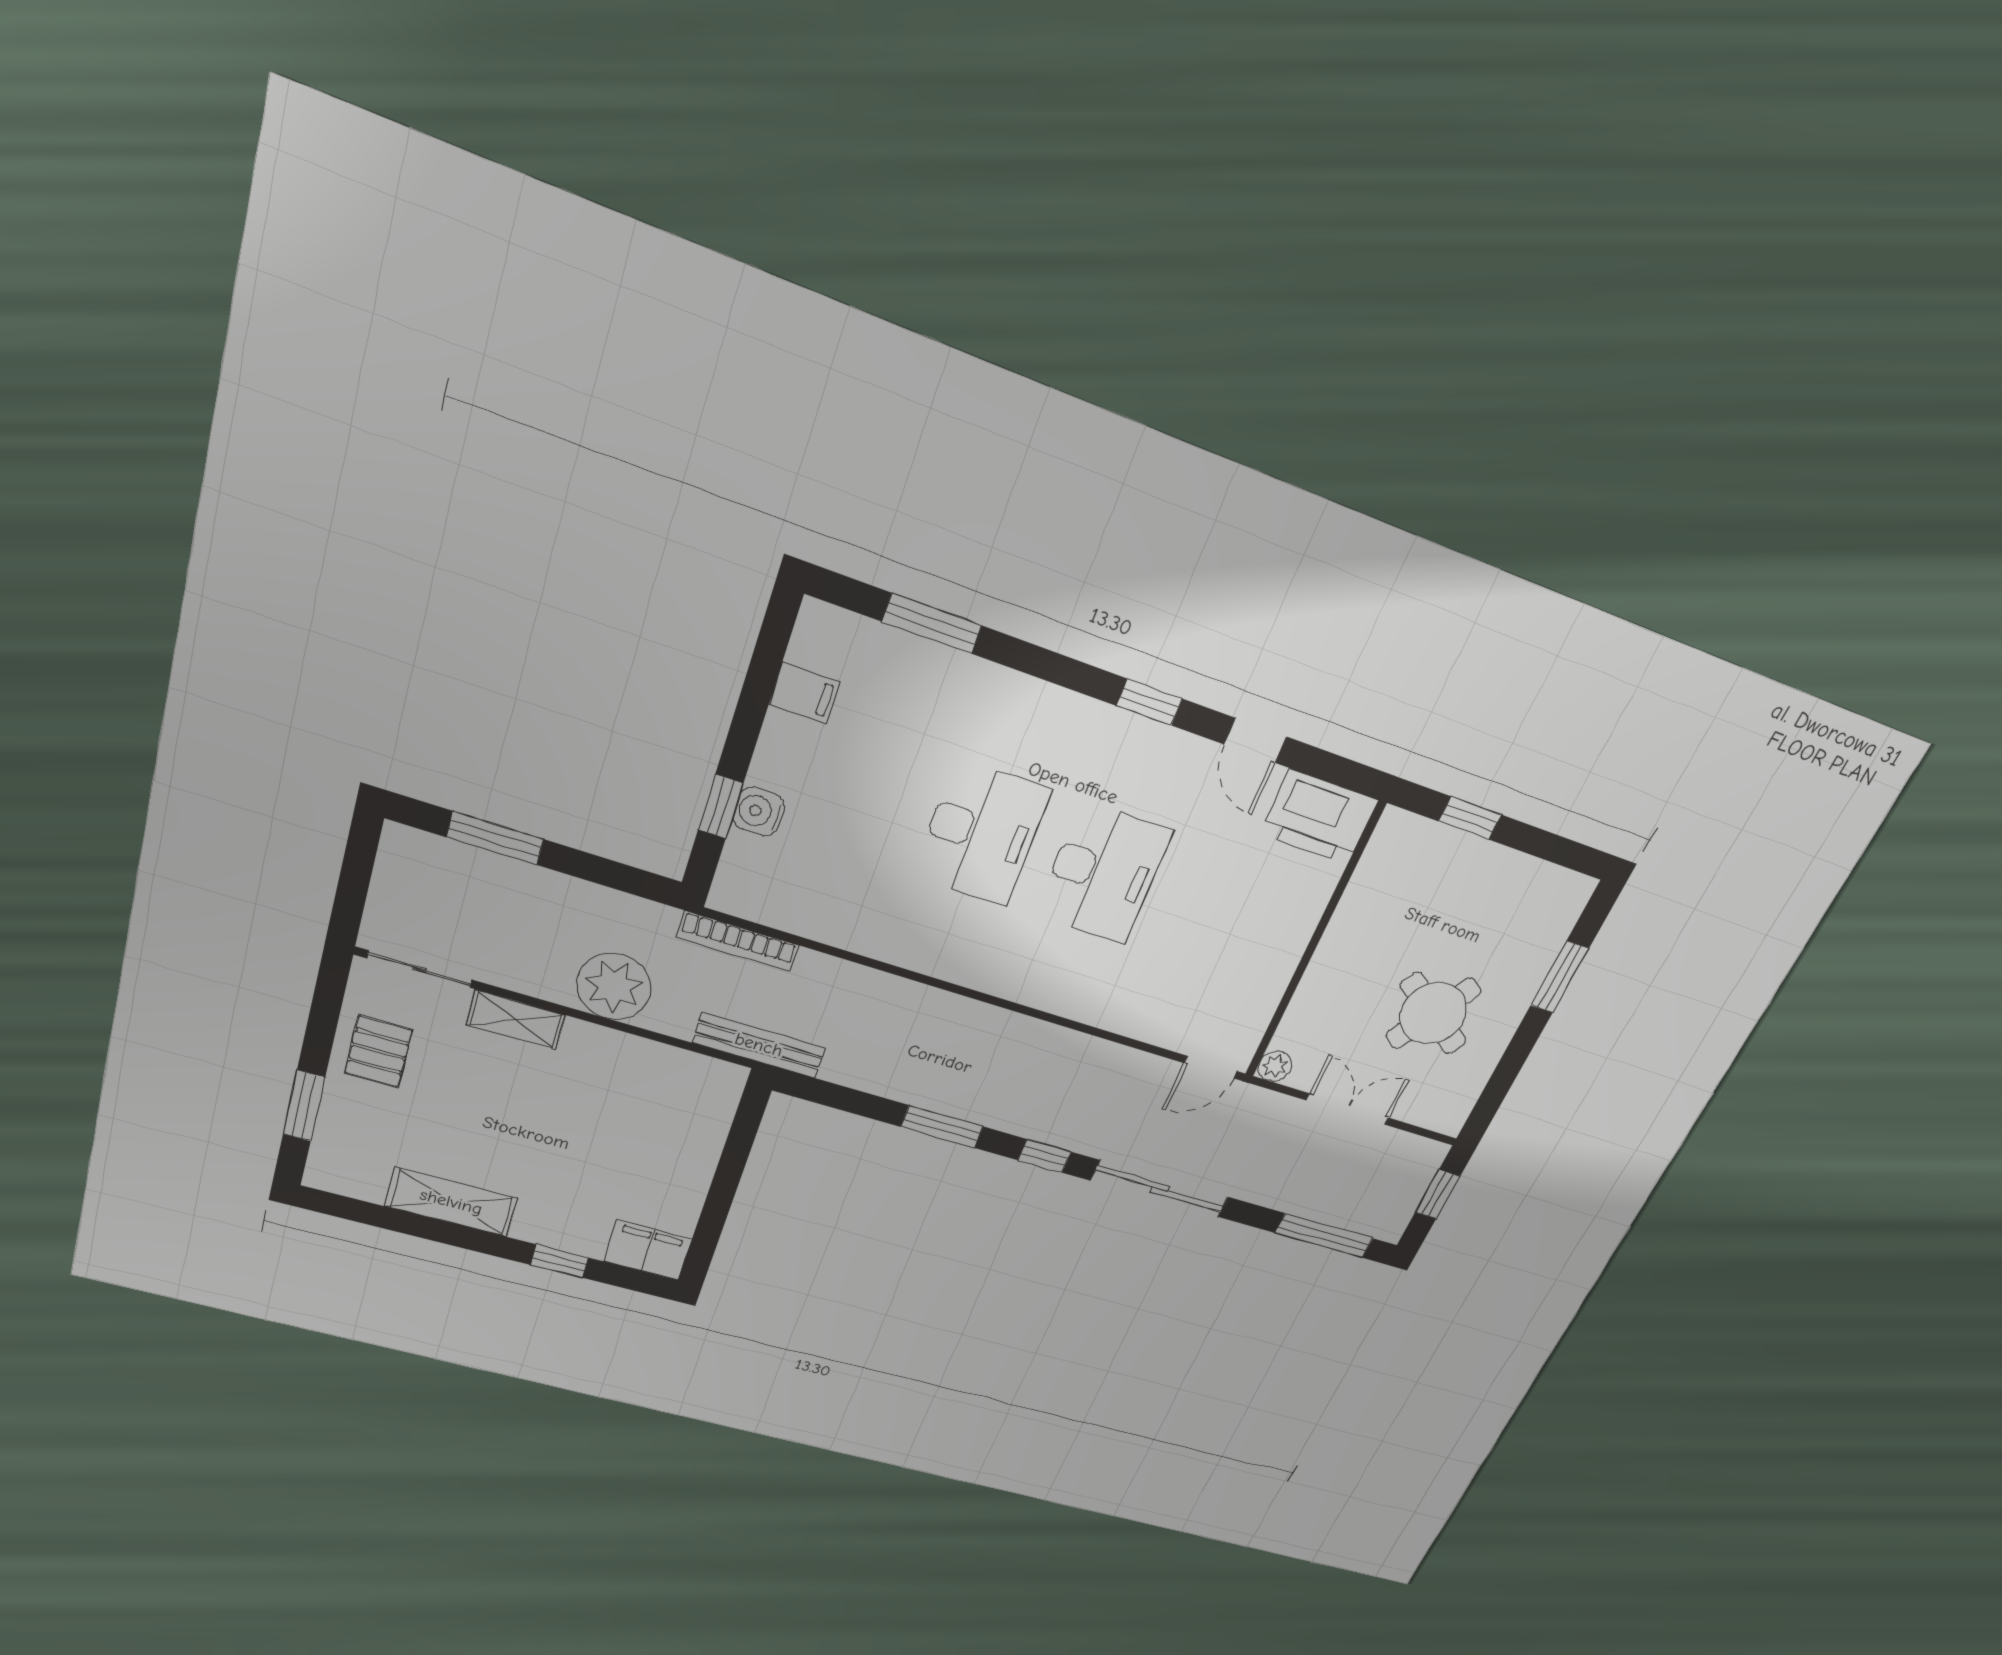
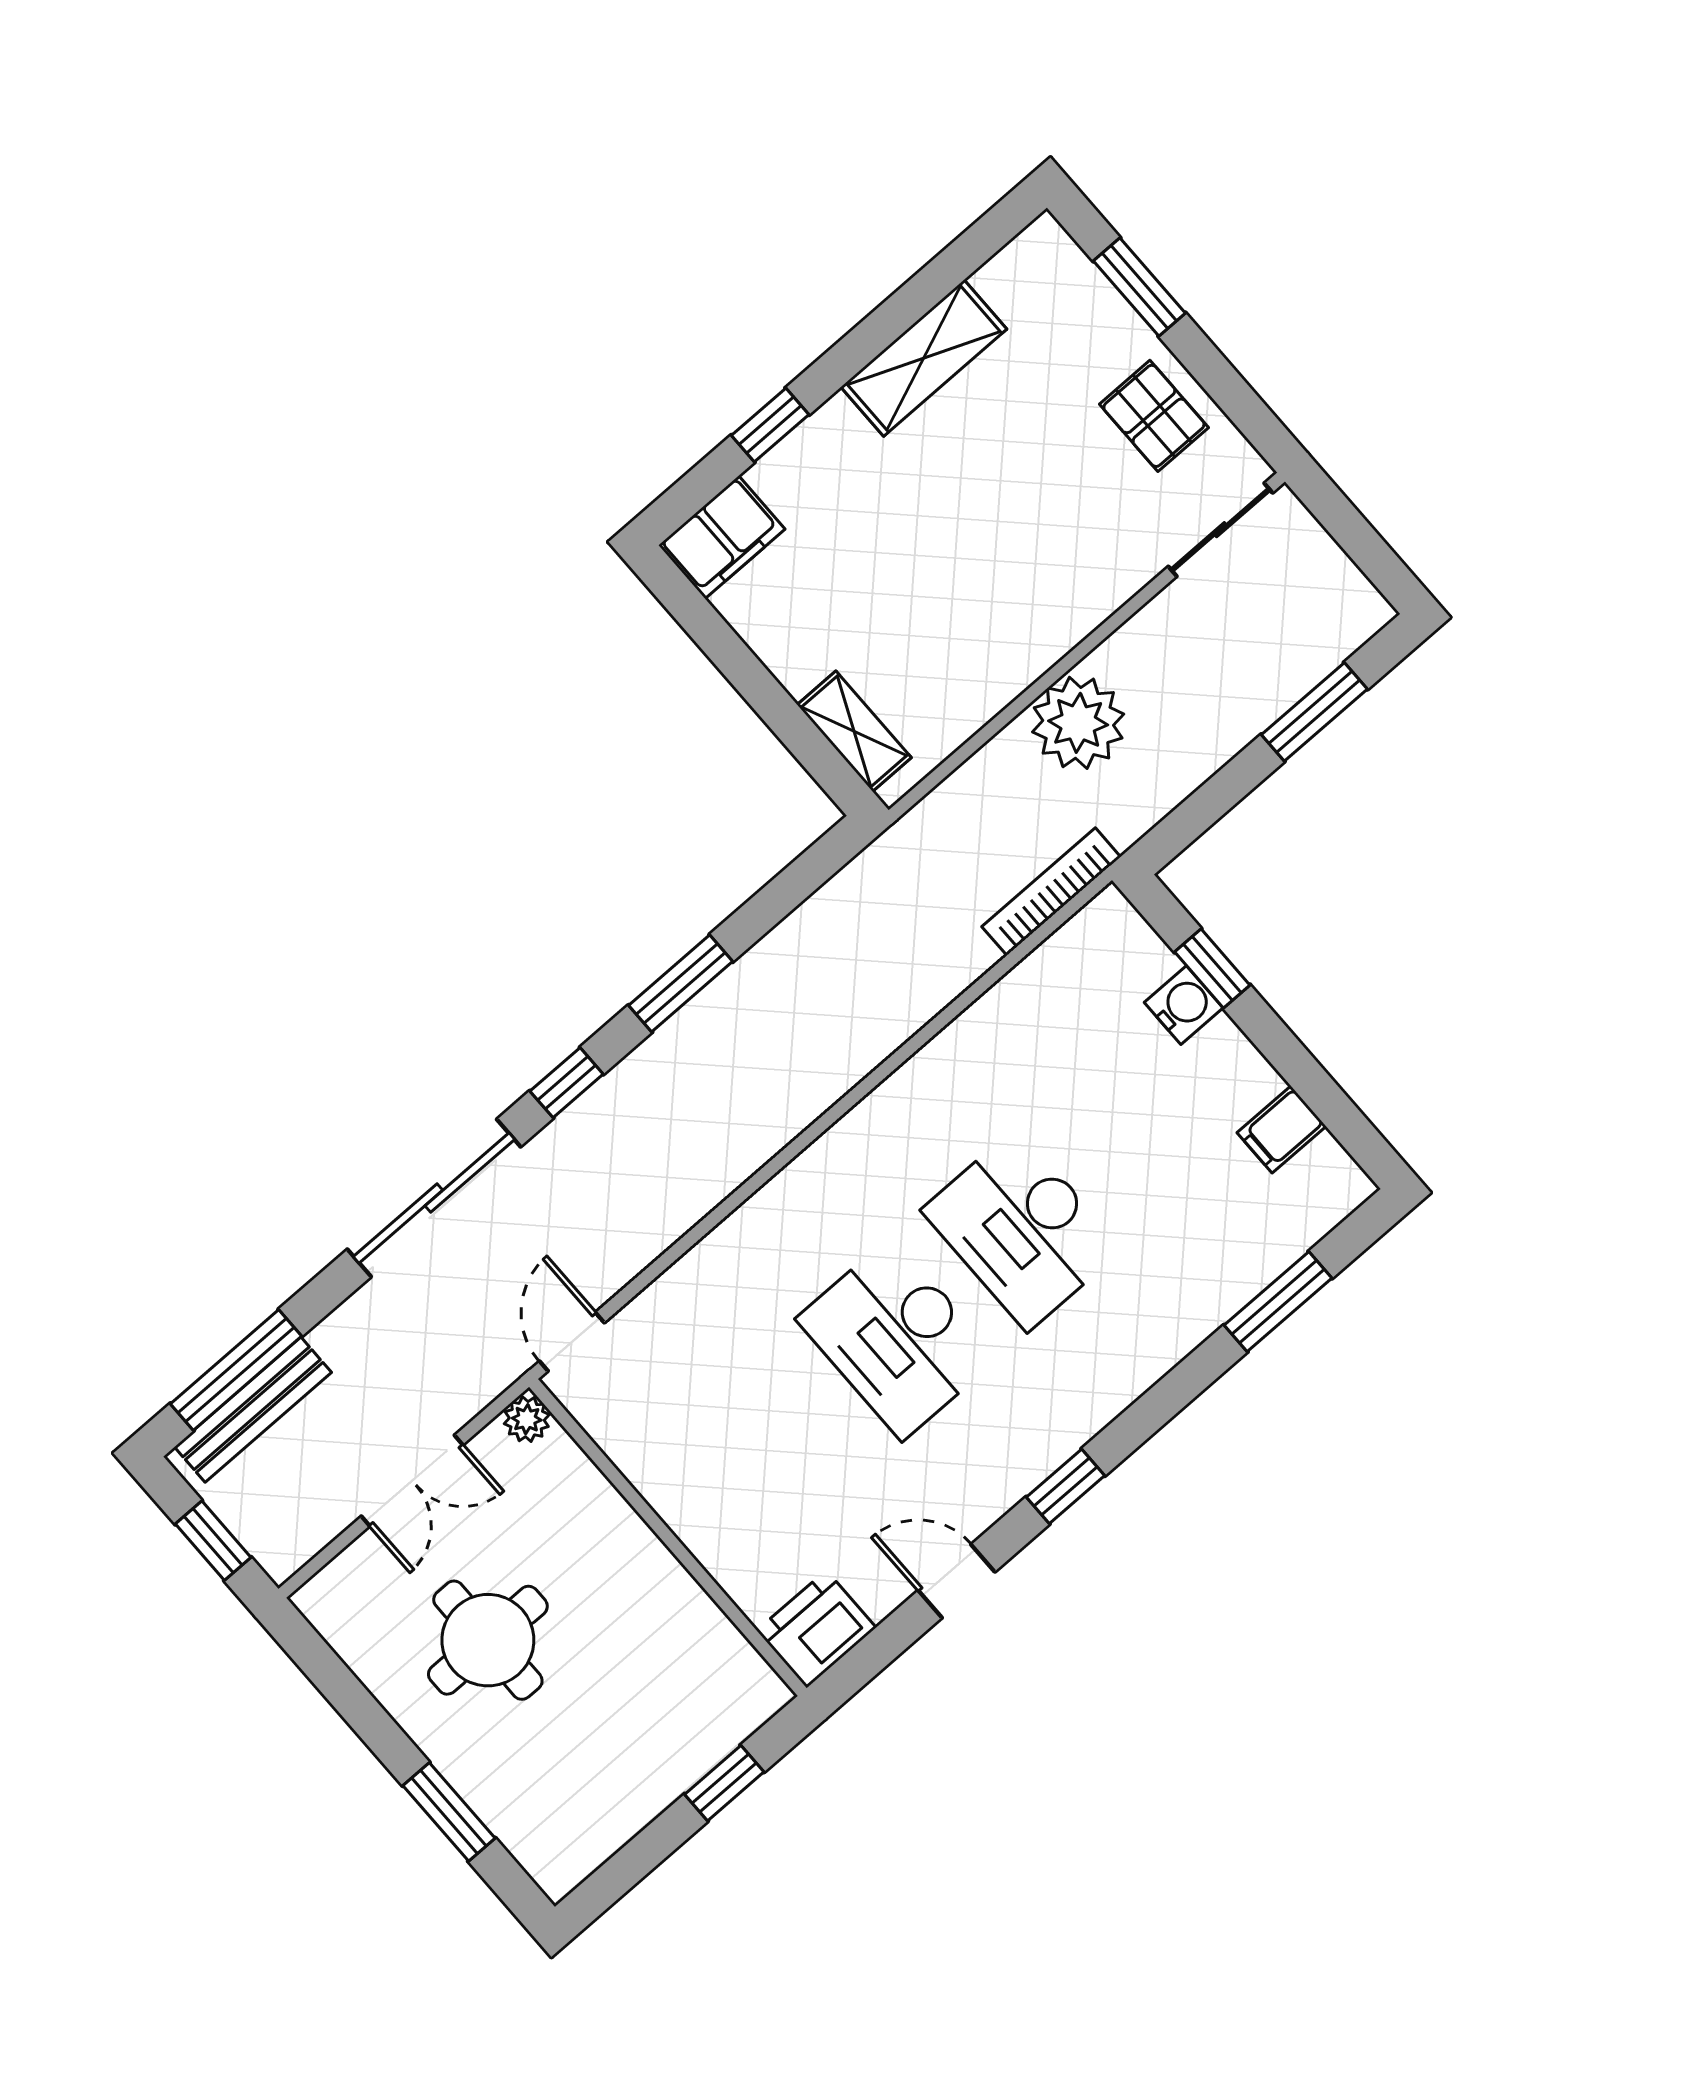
printer: (1319, 817) -> (816, 1629), width x0.73, depth x0.84
round table: (1433, 1013) -> (488, 1640), turned -33
shelving: (516, 1020) -> (854, 731), moved, turned 90
bench: (759, 1045) -> (253, 1410), moved

